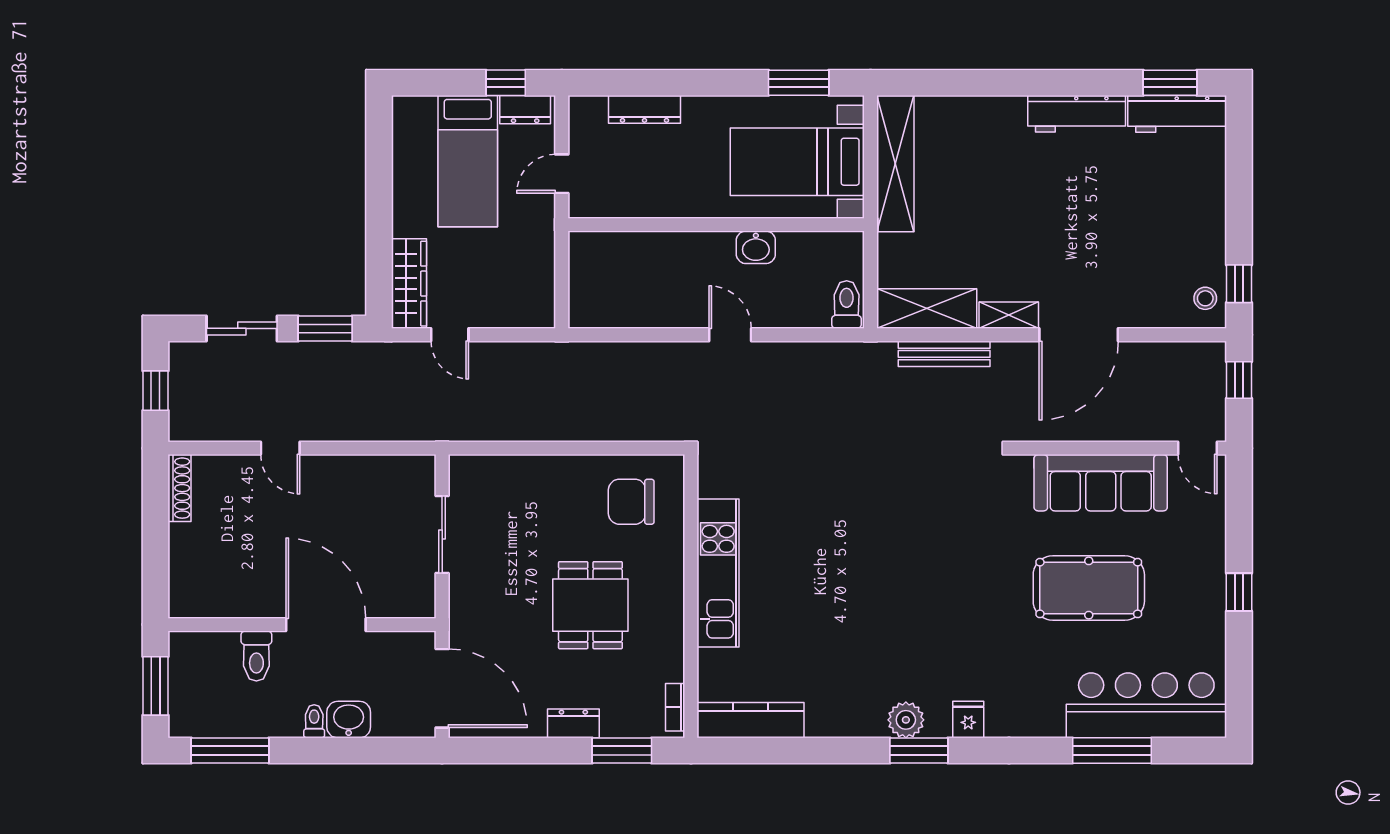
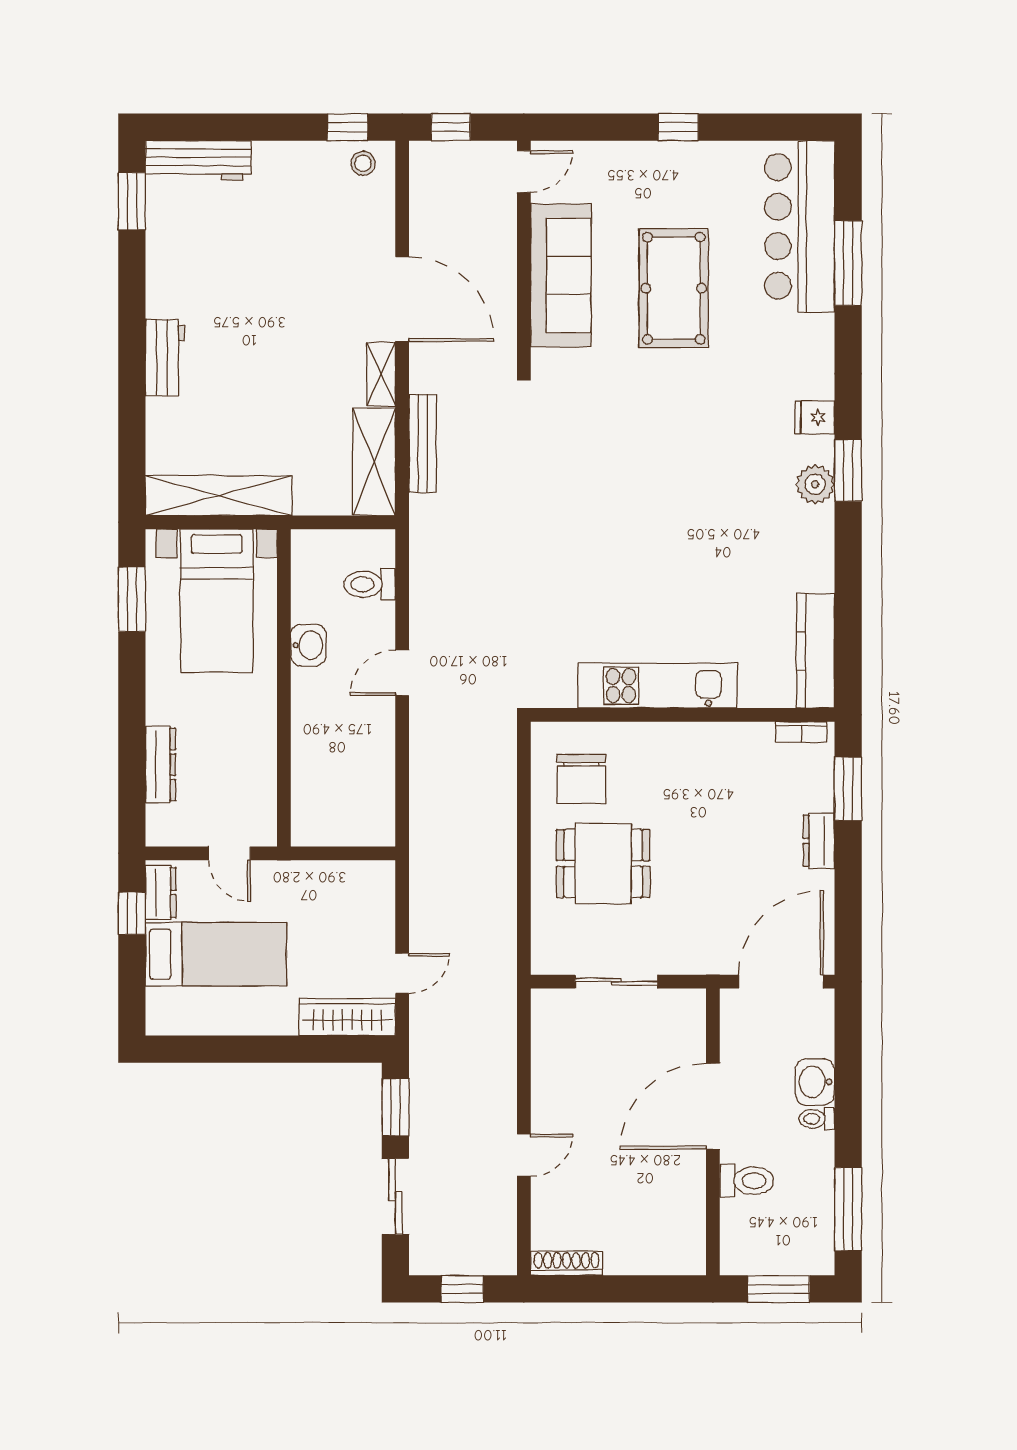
workbench: (1077, 114) -> (165, 357), moved, width x0.73
workbench: (1177, 114) -> (198, 160), moved, turned 90
toilet: (847, 305) -> (370, 584), moved
dining table: (590, 605) -> (603, 864), moved

